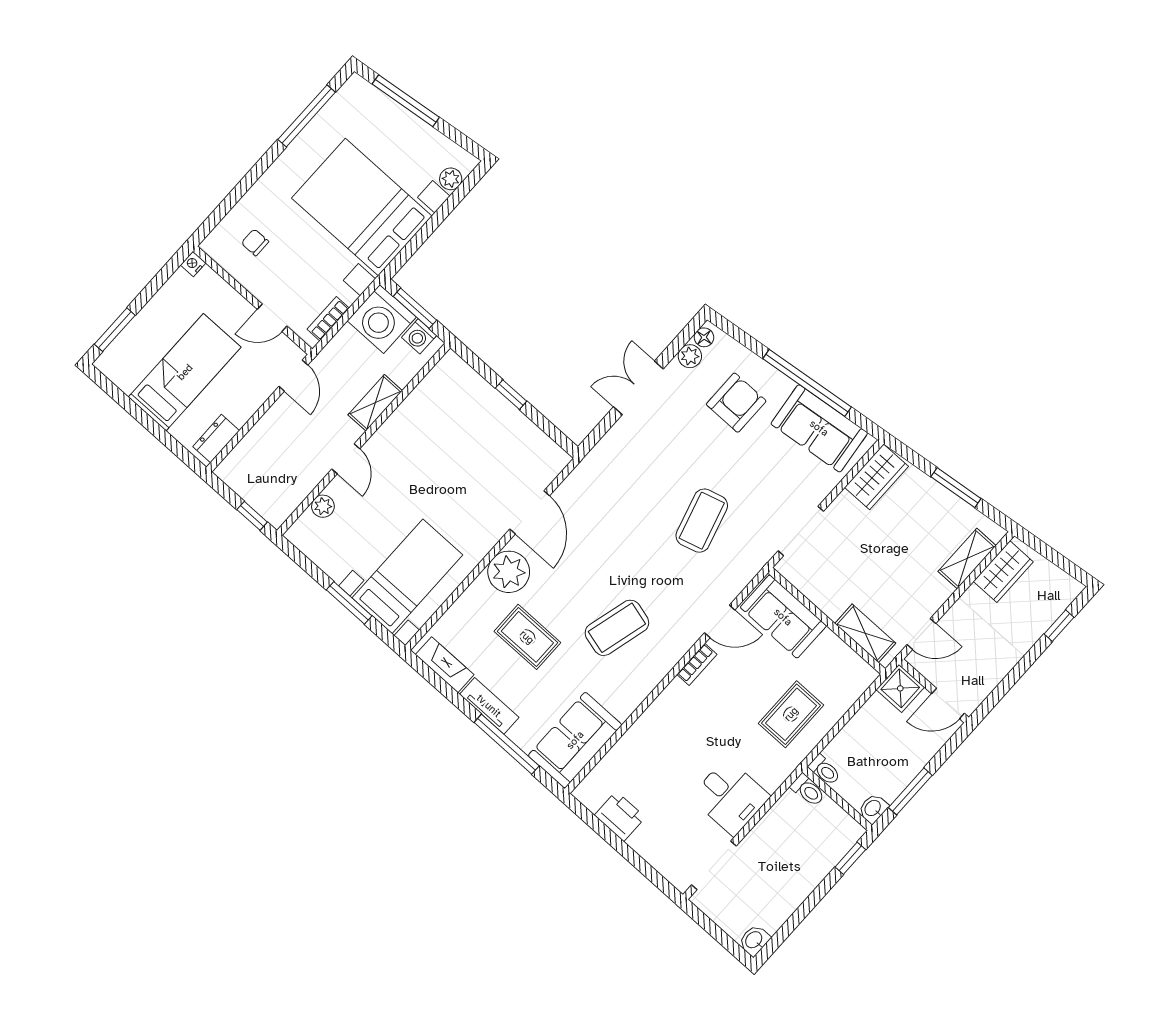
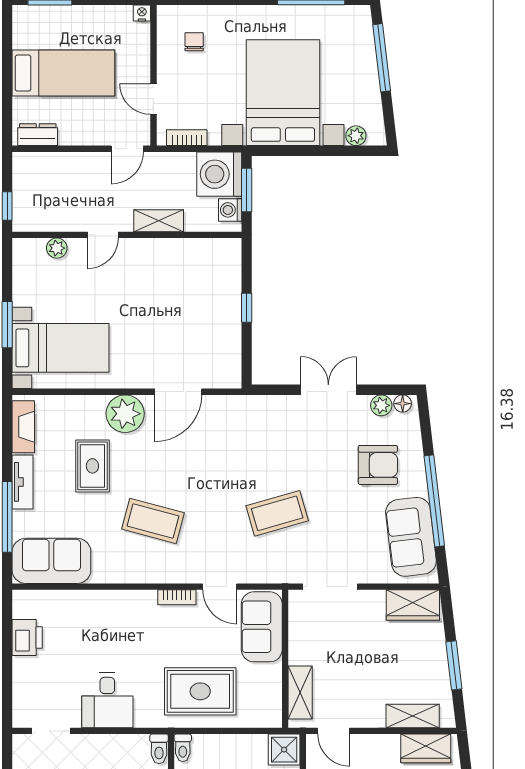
rug: (791, 714) -> (200, 691), width x1.36, depth x1.43
doorway: (714, 865) -> (51, 731), width x0.73

